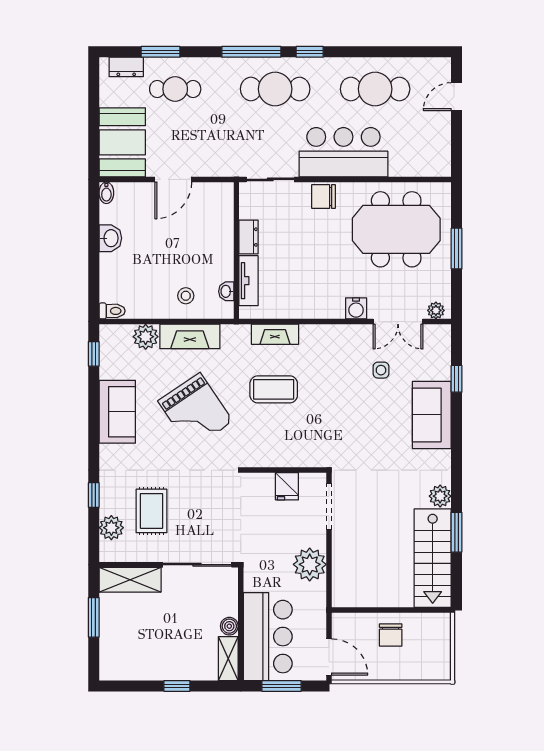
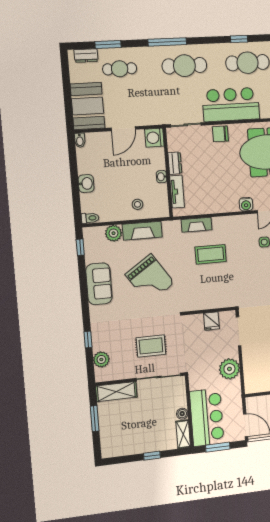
window: (310, 52) -> (239, 39), moved
washing machine: (220, 196) -> (154, 138), added
washbasin: (110, 238) -> (86, 184), moved
washbasin: (226, 291) -> (162, 177), moved
coffee table: (274, 389) -> (211, 254), moved
rug: (151, 511) -> (151, 346), moved, turned 90

